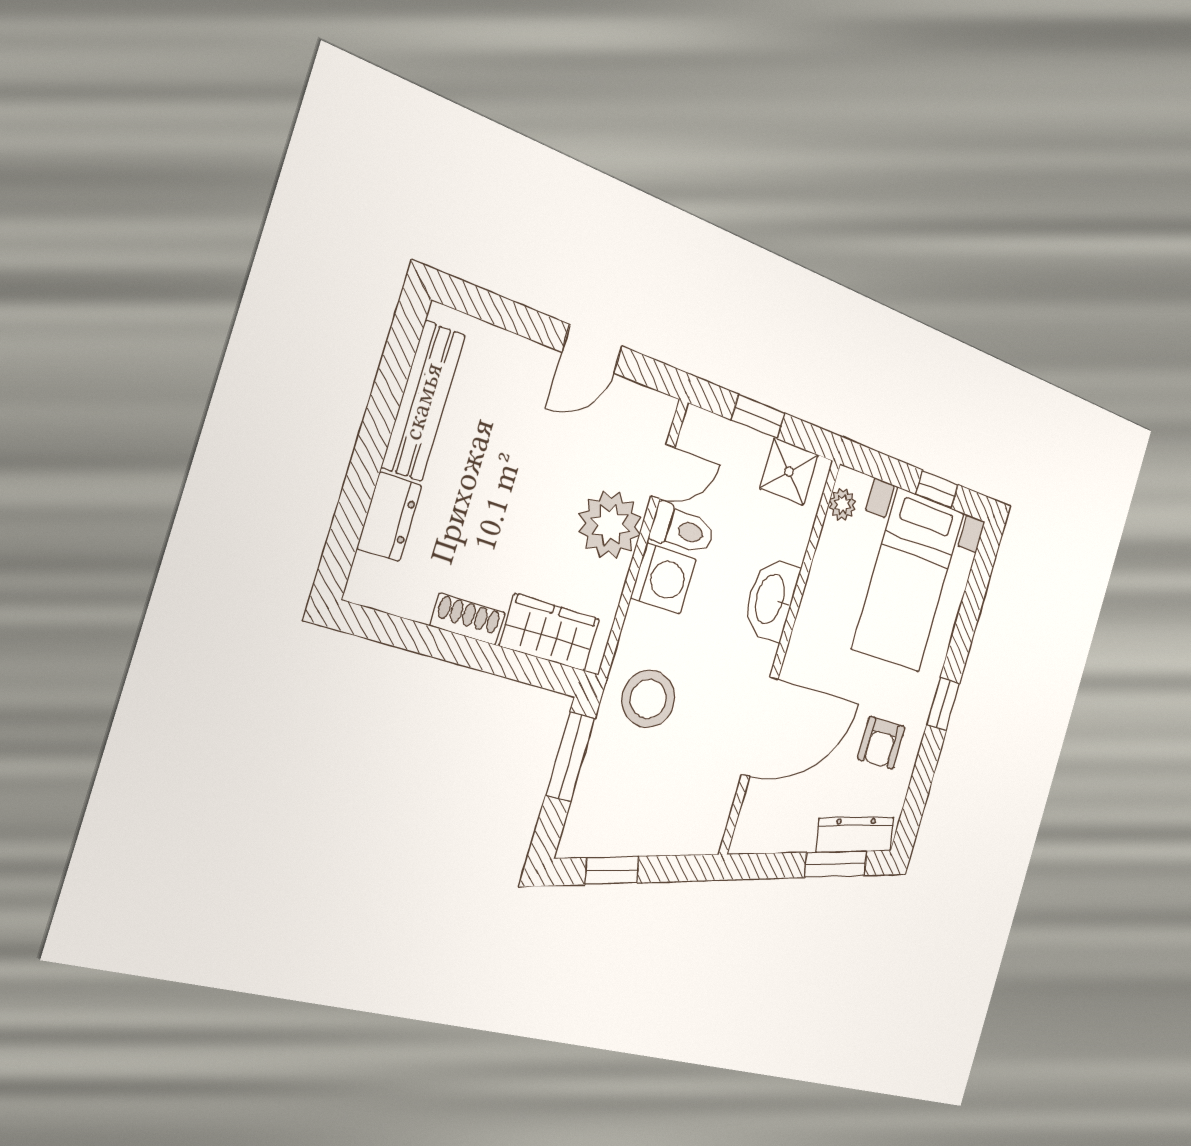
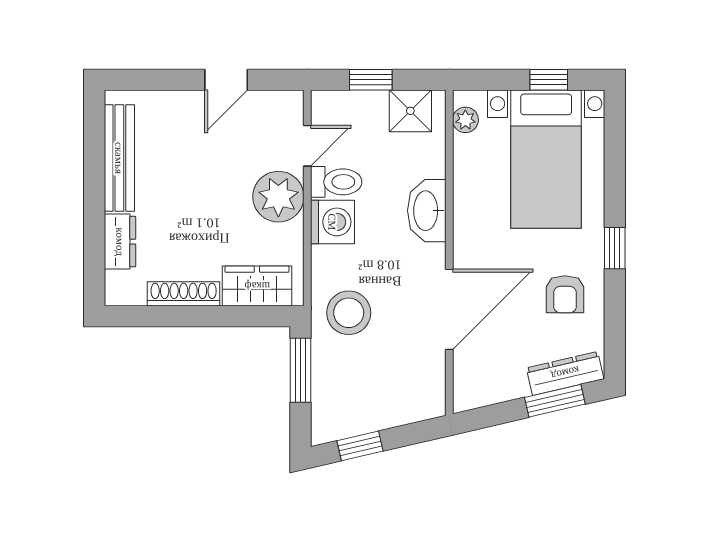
shoe rack: (468, 619) -> (184, 294), width x1.43

